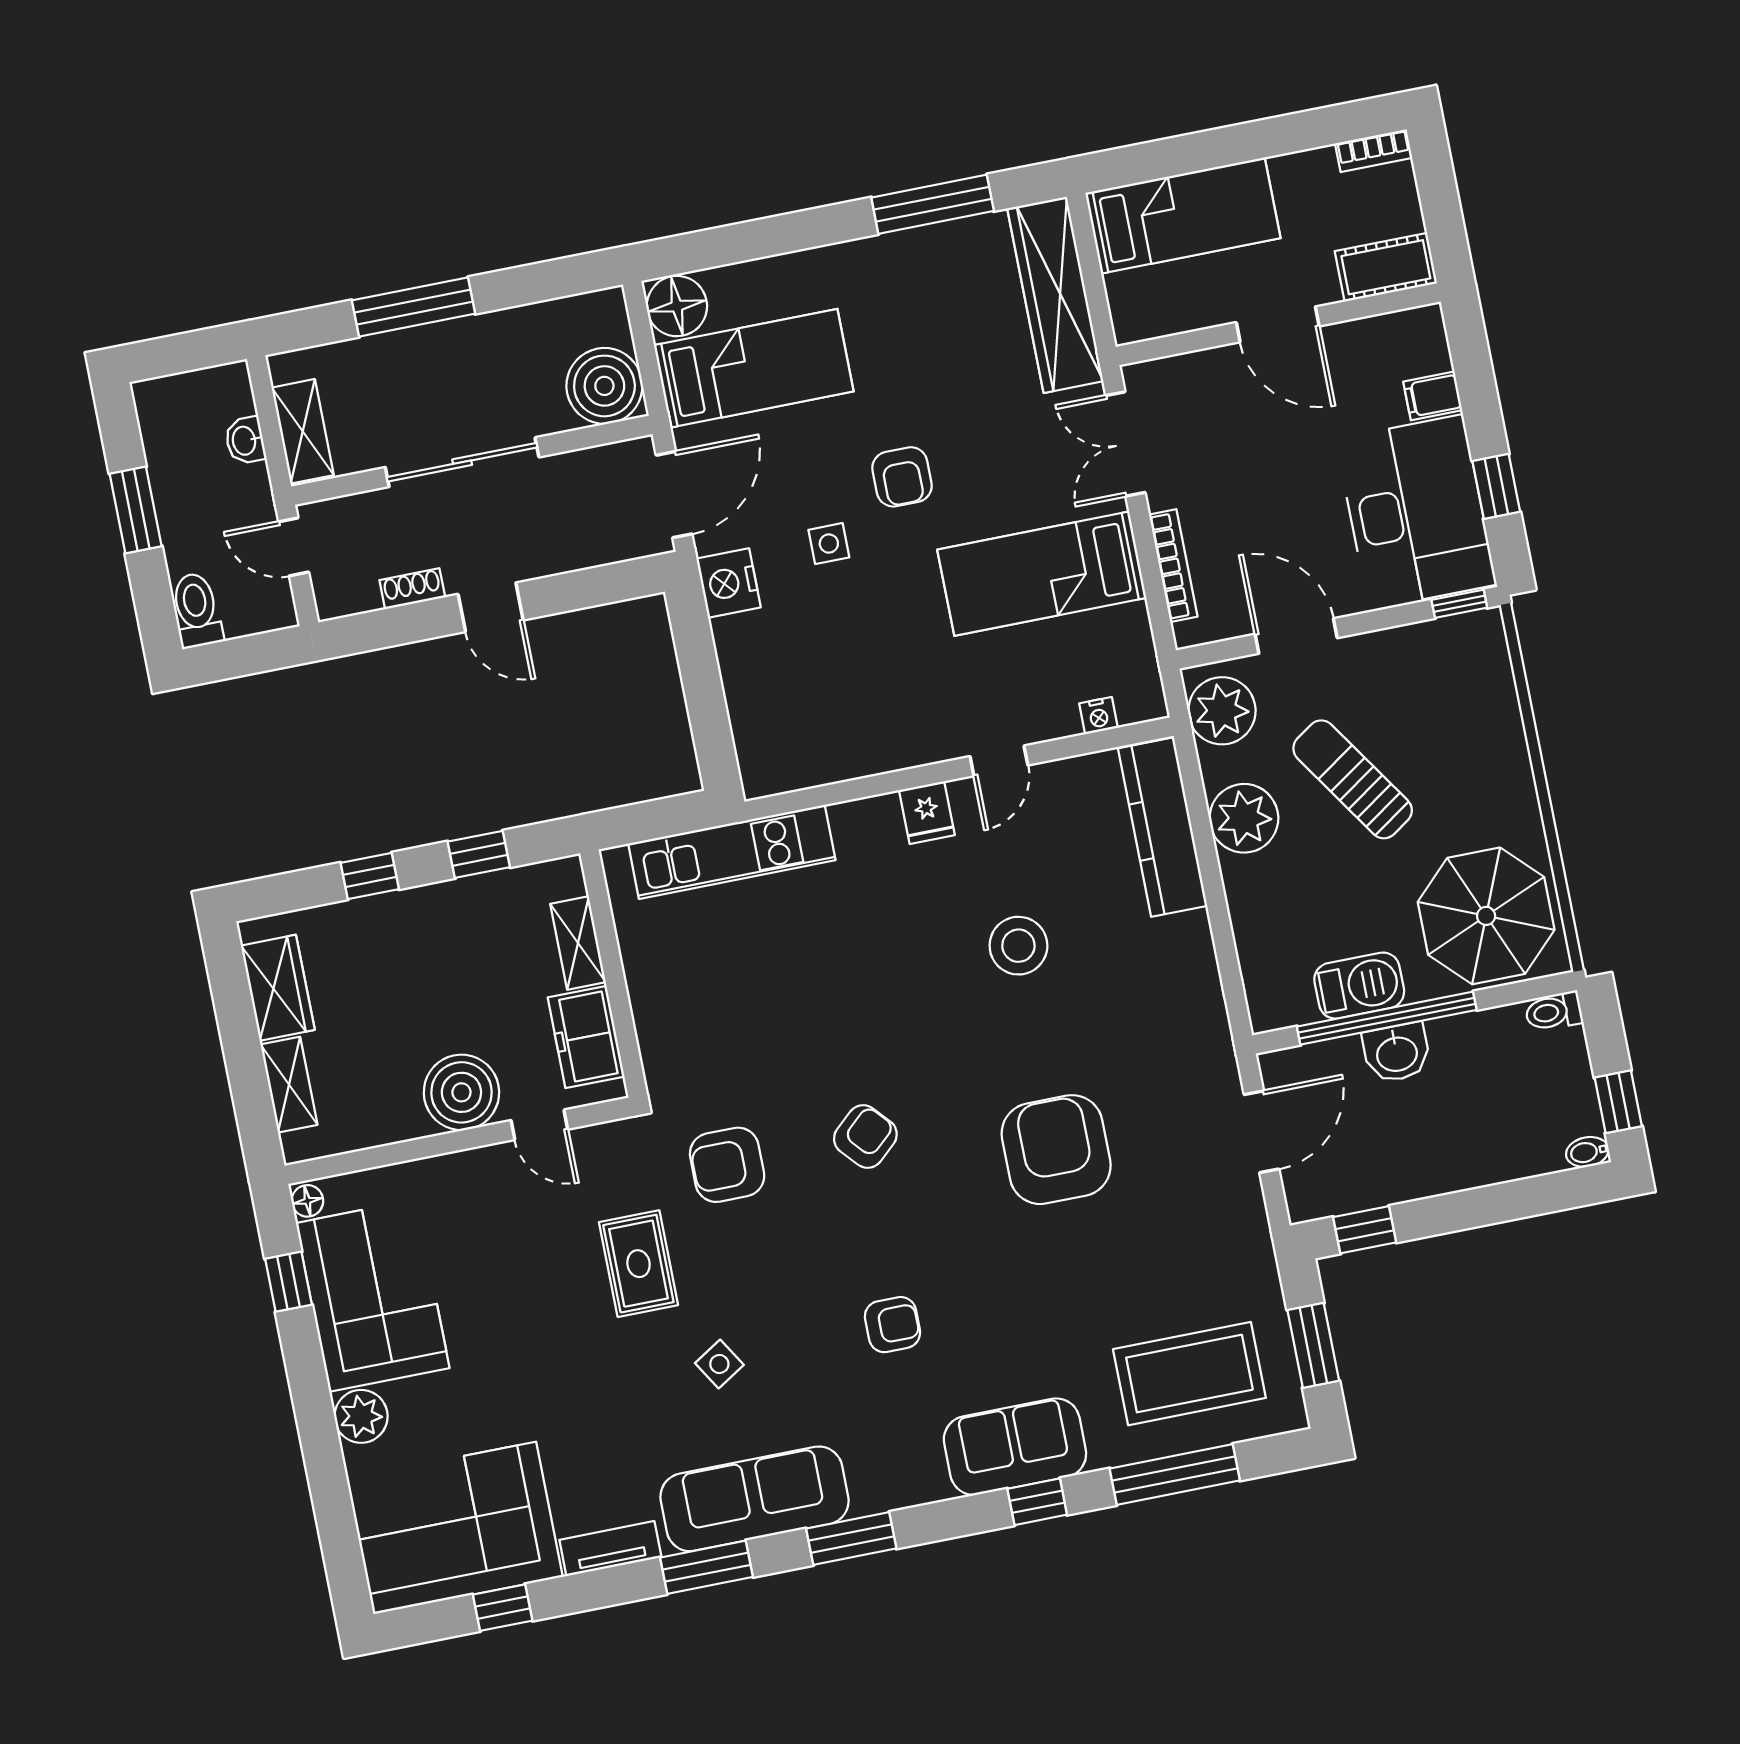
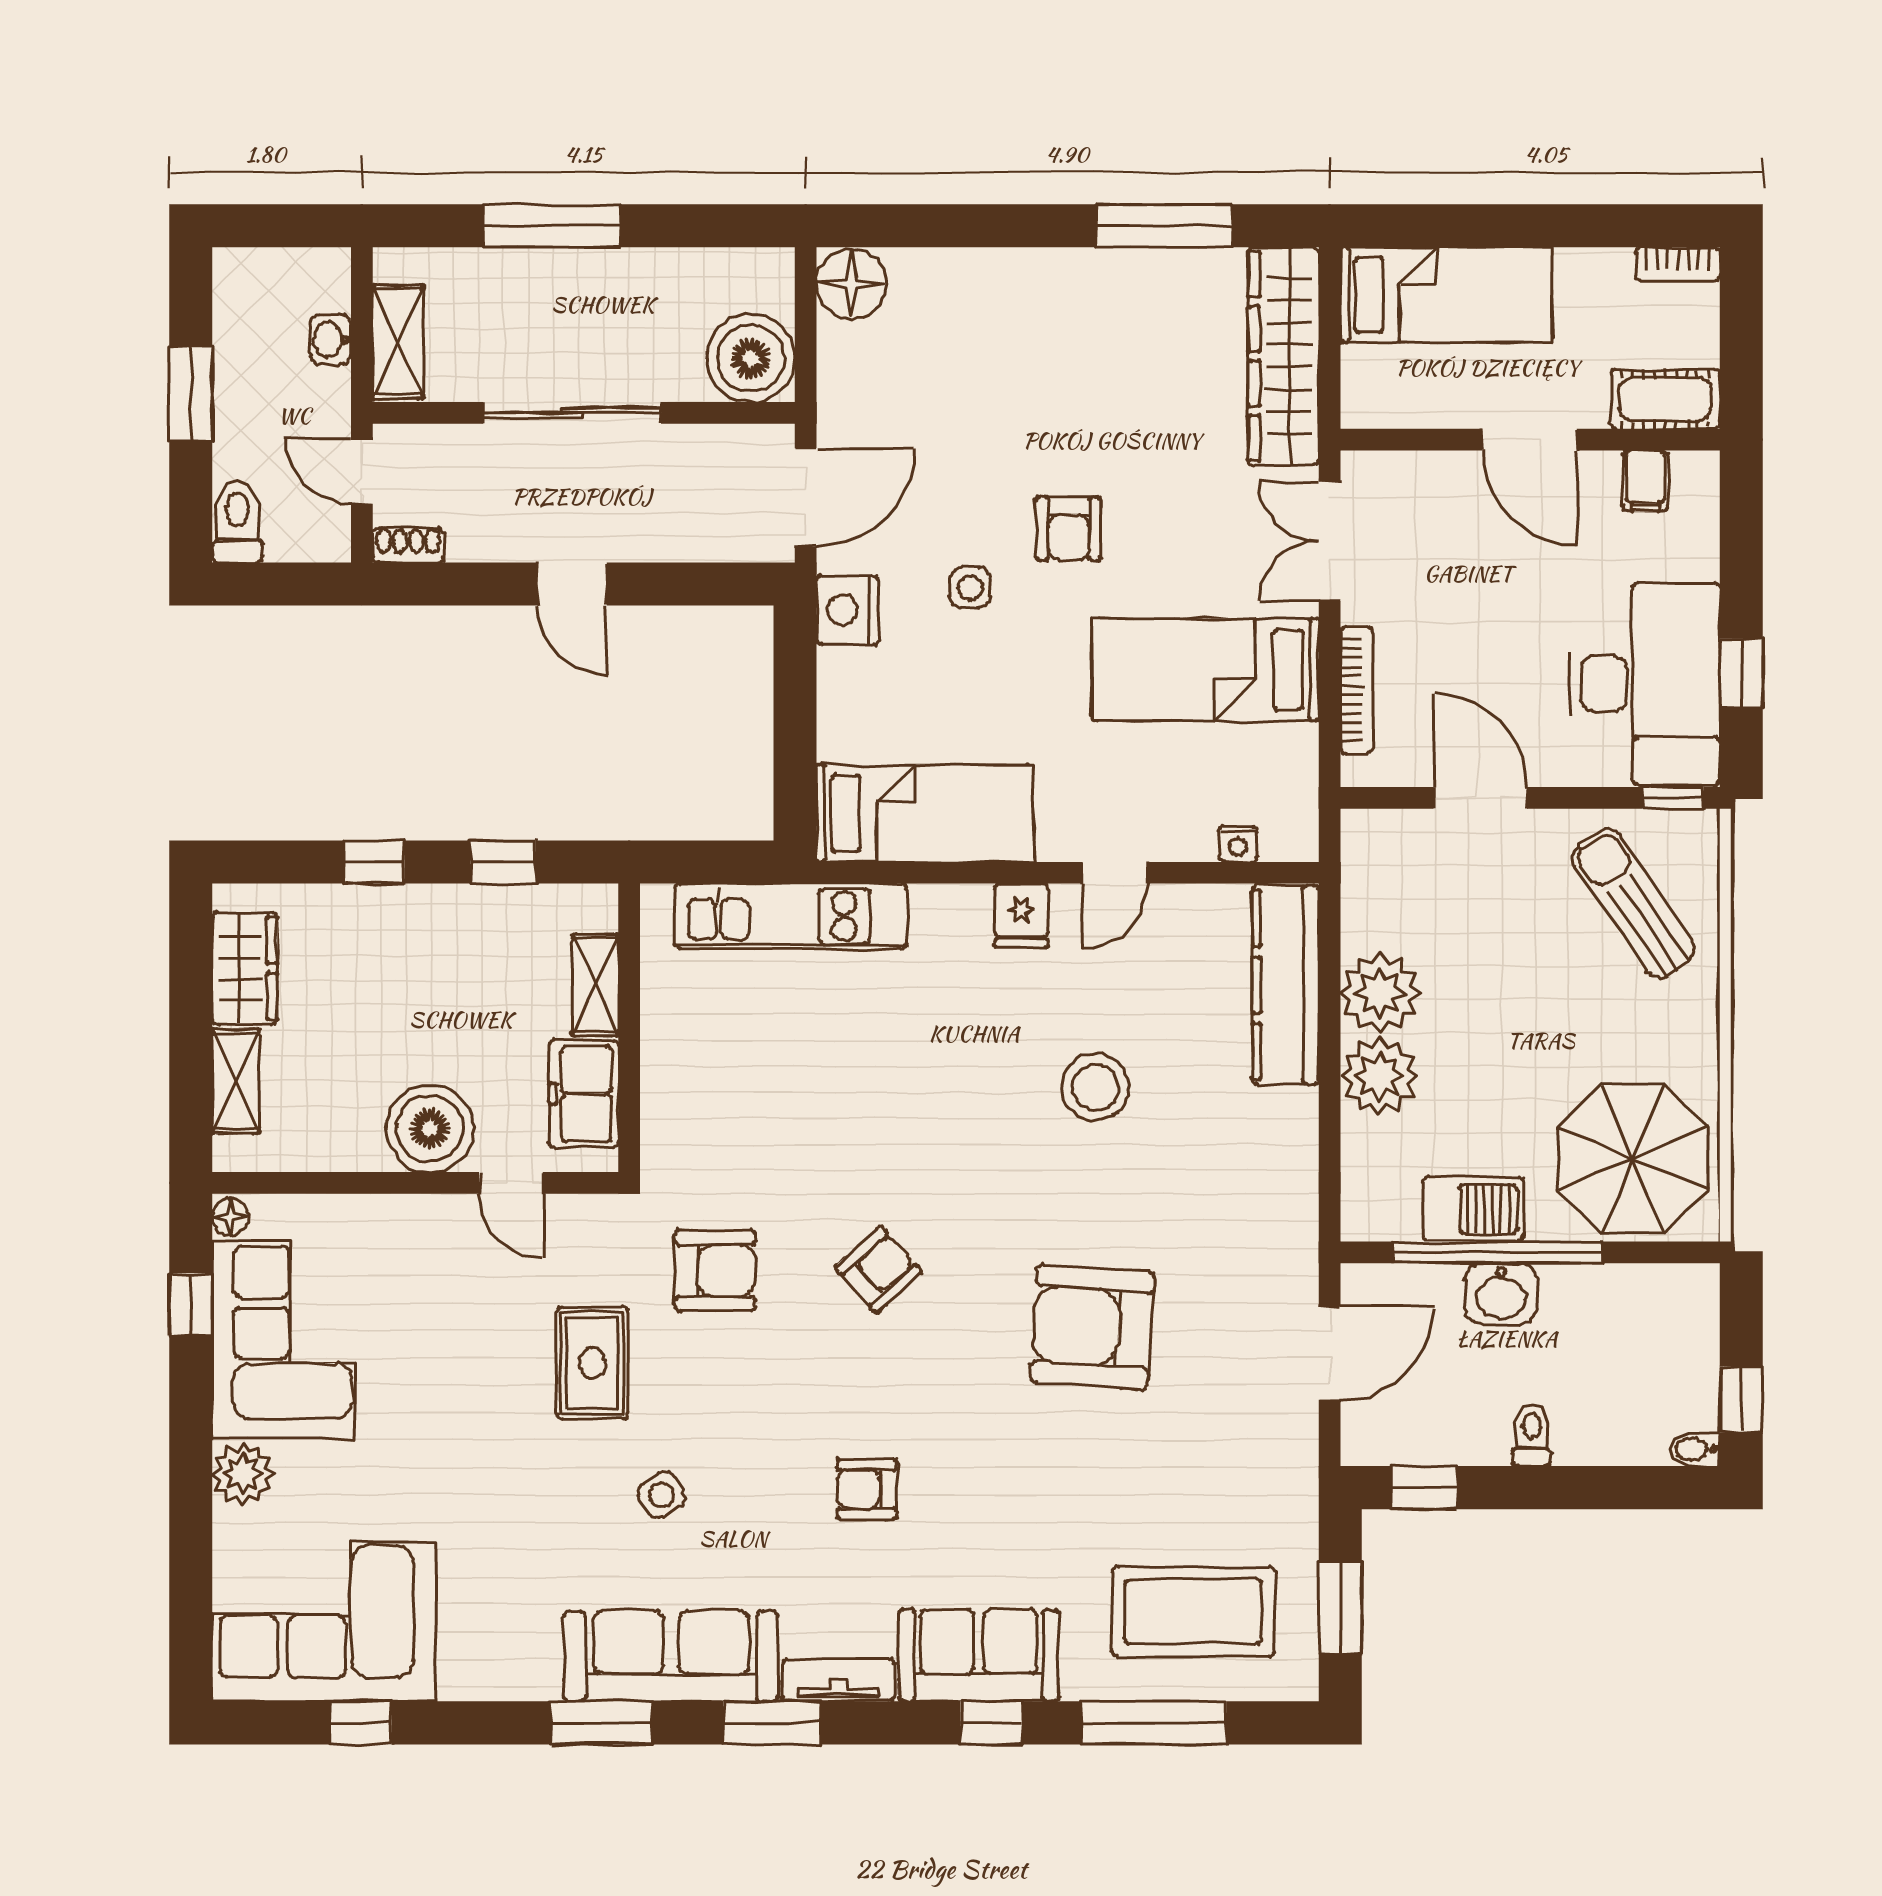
bed: (754, 368) -> (925, 813), moved
filing cabinet: (1433, 396) -> (1645, 481), moved, turned -90
shoe rack: (412, 589) -> (408, 545), moved
plant: (1222, 711) -> (1379, 1076), moved
sun lounger: (1353, 779) -> (1633, 904), moved
toilet: (1554, 1012) -> (1532, 1435), moved, turned 90
armchair: (1056, 1150) -> (1092, 1327), turned -86
armchair: (727, 1165) -> (715, 1270), turned 180
armchair: (892, 1325) -> (867, 1489), turned 180
tv unit: (610, 1549) -> (838, 1680), moved

